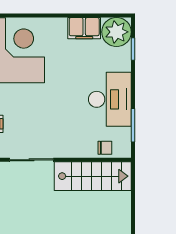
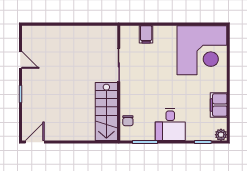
plant: (117, 32) -> (221, 135), width x0.53, depth x0.53
desk: (110, 99) -> (170, 124), width x0.73

